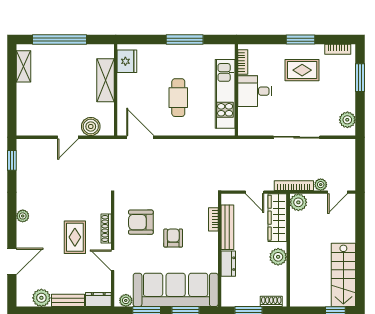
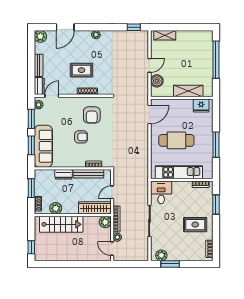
window: (301, 40) -> (216, 204), moved
shelving: (24, 66) -> (165, 35), moved
rug: (302, 70) -> (195, 225), turned 90
window: (360, 78) -> (170, 264), moved
desk: (255, 91) -> (161, 192), moved
cafe table: (178, 98) -> (176, 140), width x1.37, depth x1.35
door: (68, 137) -> (149, 65), swing flipped
armchair: (141, 222) -> (92, 115), turned 180
plant: (278, 257) -> (56, 208), moved
door: (113, 260) -> (52, 96), moved
door: (12, 261) -> (65, 27), hinge flipped
stairs: (343, 275) -> (61, 224), moved, turned 180
sofa: (176, 290) -> (43, 146), width x0.74, depth x0.79
plant: (41, 298) -> (40, 36), moved

